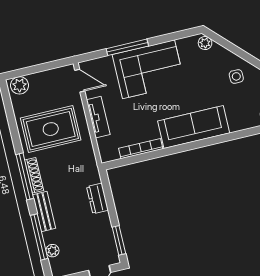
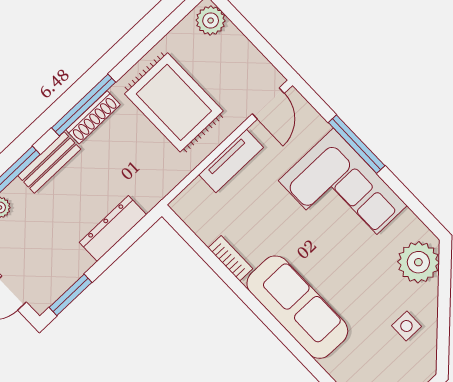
plant: (205, 43) -> (418, 262), width x1.87, depth x1.87
bookcase: (141, 149) -> (230, 258), width x0.64
dresser: (97, 199) -> (113, 228), width x1.44

